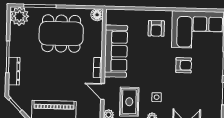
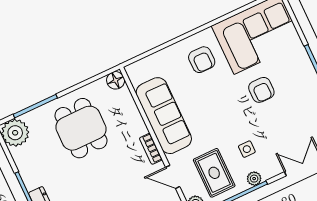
dining table: (61, 34) -> (81, 128), width x0.73
armchair: (184, 65) -> (261, 90), turned 90

